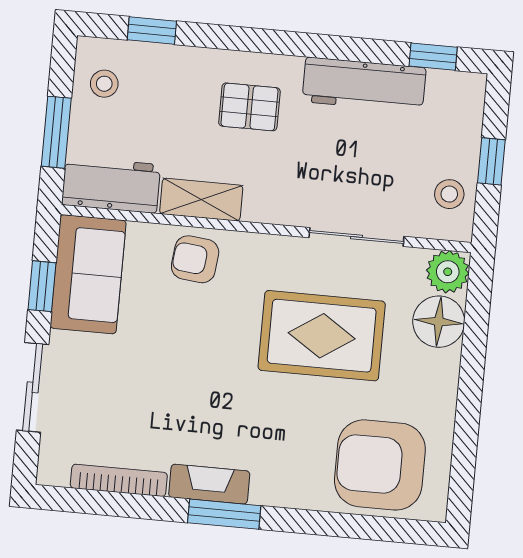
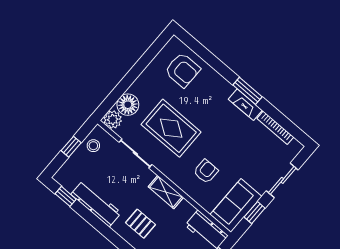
shelving: (201, 200) -> (166, 192), moved
armchair: (195, 259) -> (206, 171), moved, turned -96
armchair: (380, 465) -> (182, 70), width x0.73, depth x0.73

